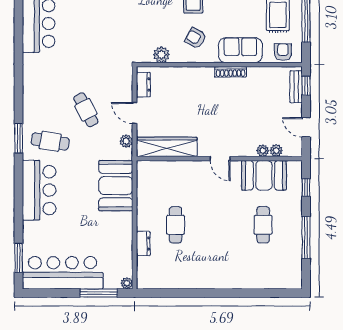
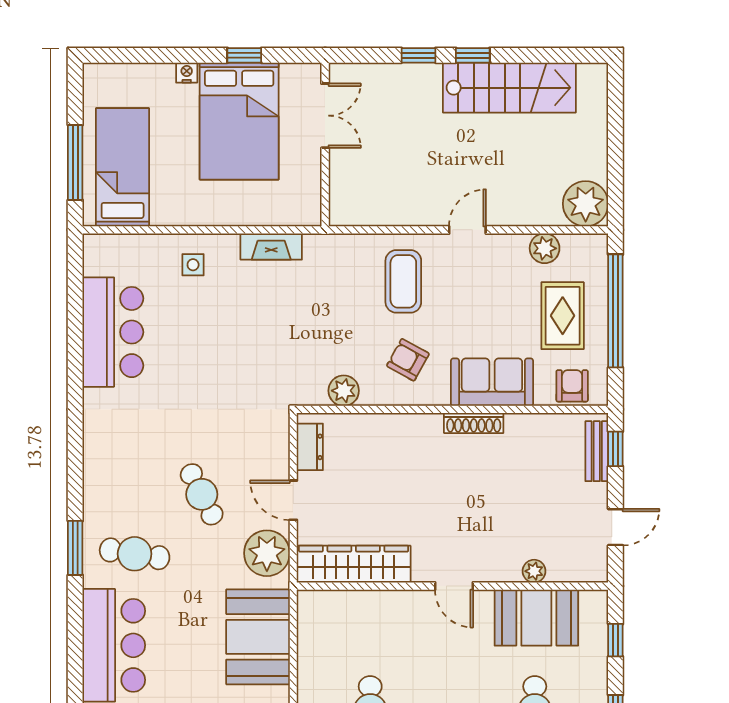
door: (306, 127) -> (615, 527), swing flipped
plant: (126, 141) -> (267, 553), width x1.88, depth x1.88
plant: (276, 151) -> (559, 571), removed

